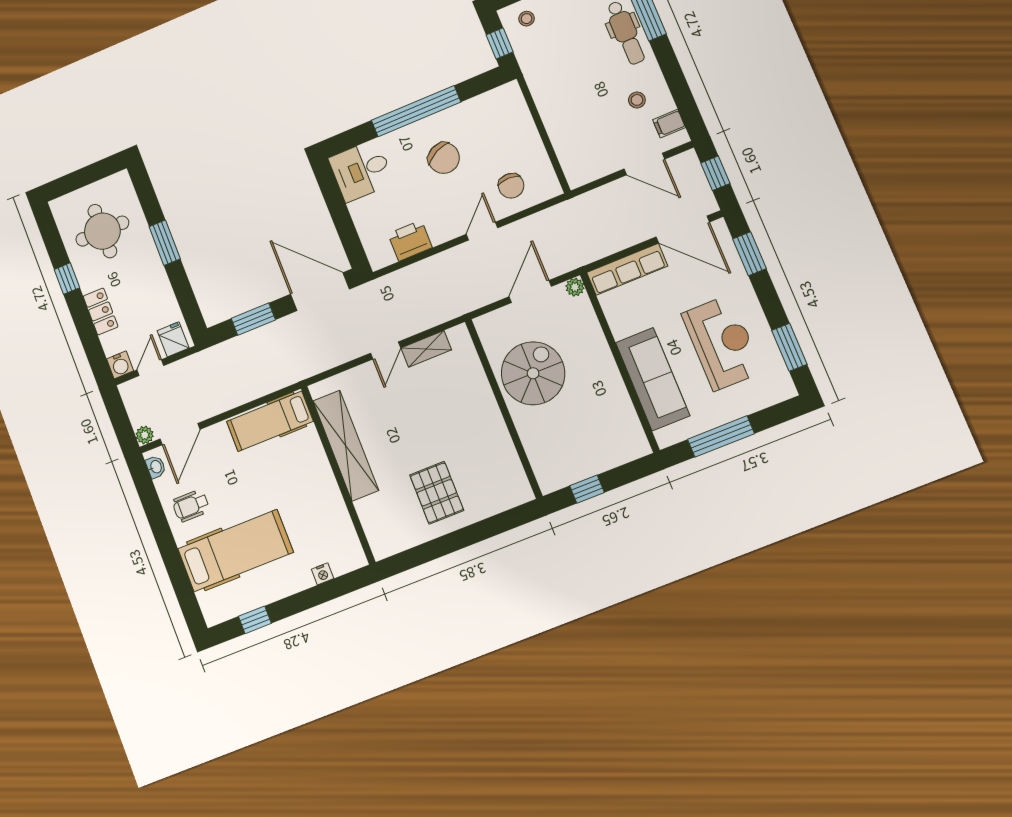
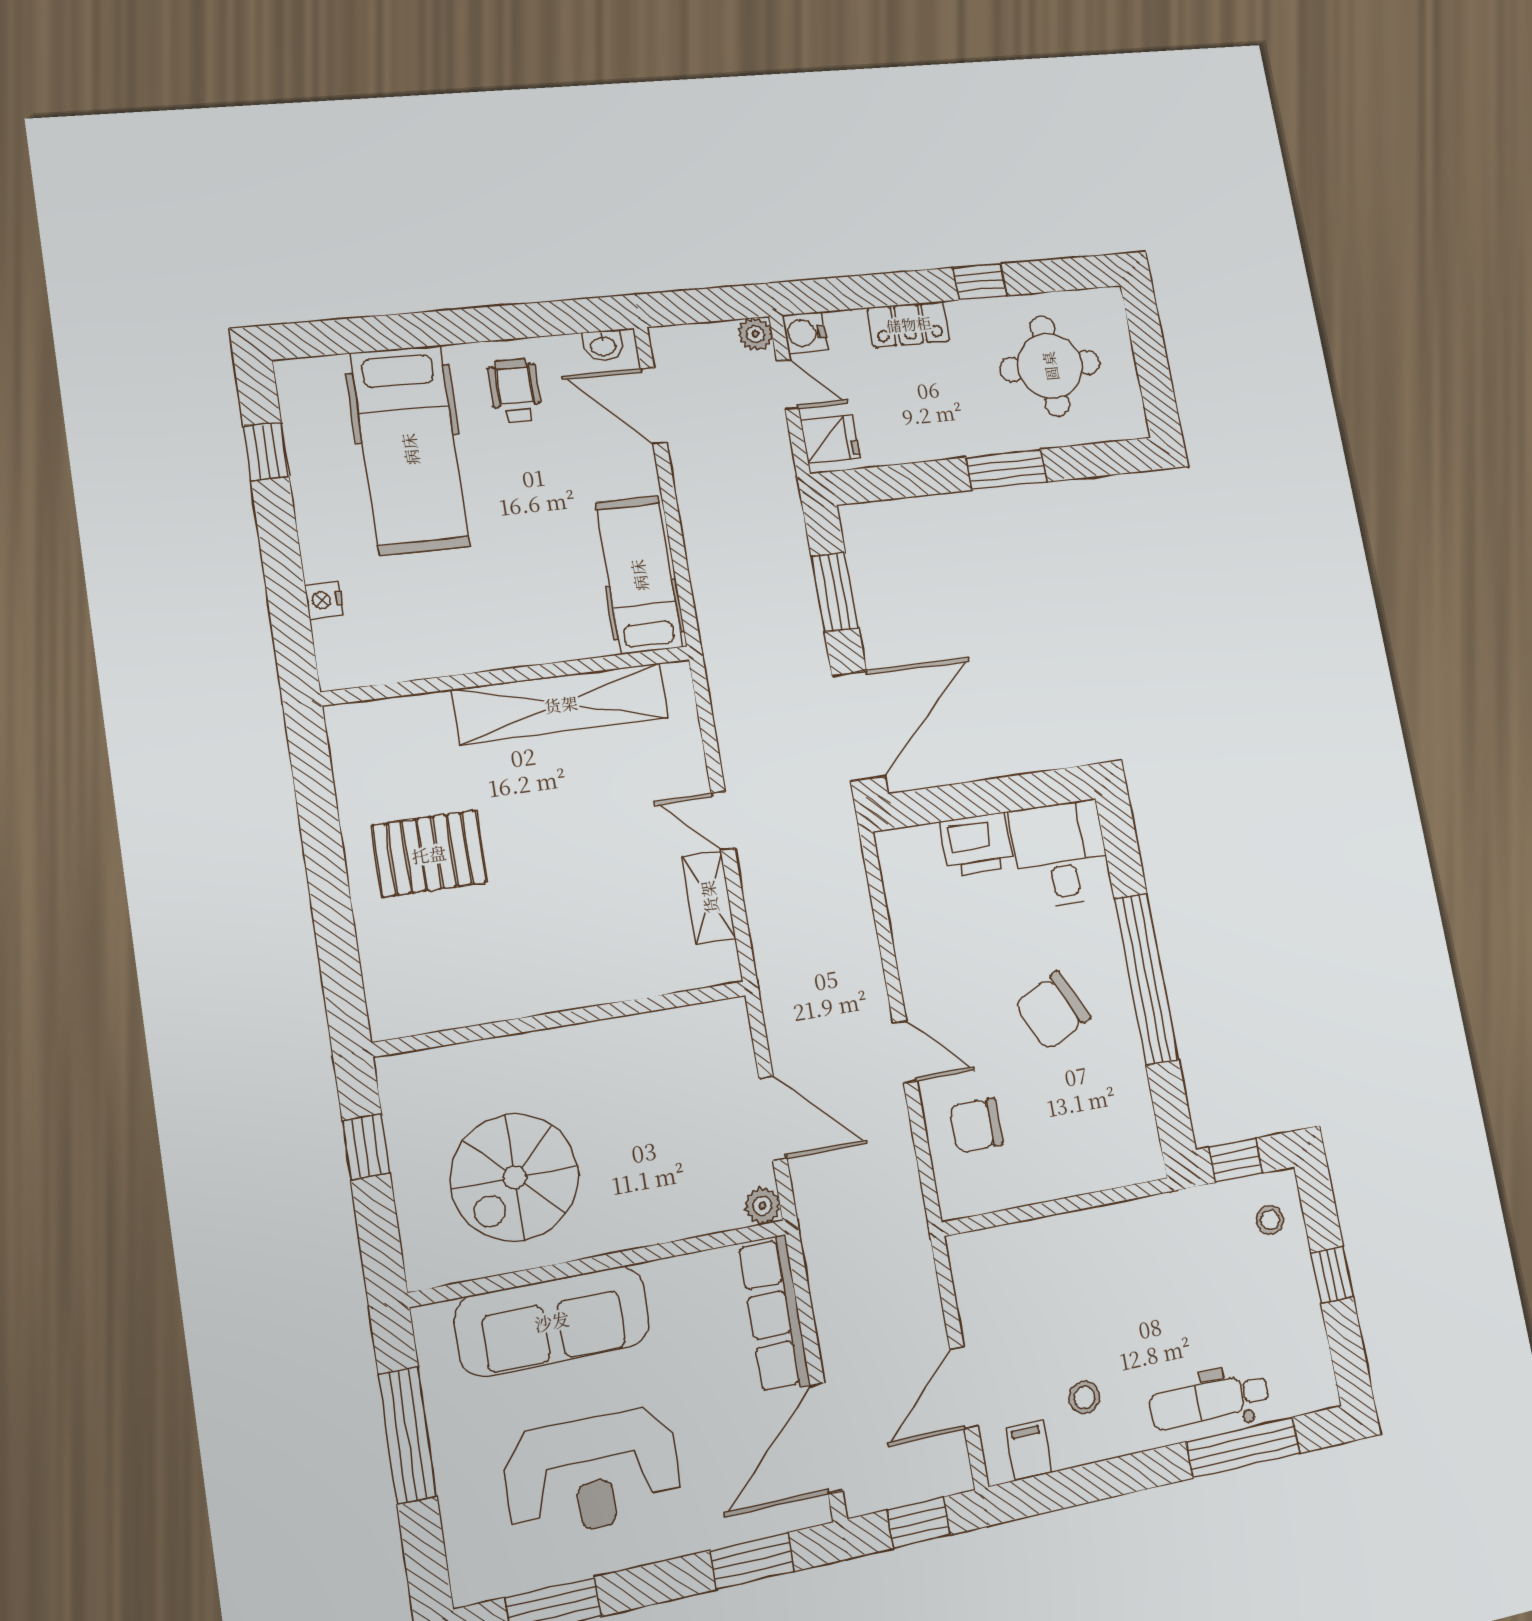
printer: (410, 241) -> (977, 845), moved, turned 90
spiral stairs: (533, 373) -> (515, 1177), moved, turned 90
plant: (145, 435) -> (755, 334), moved

